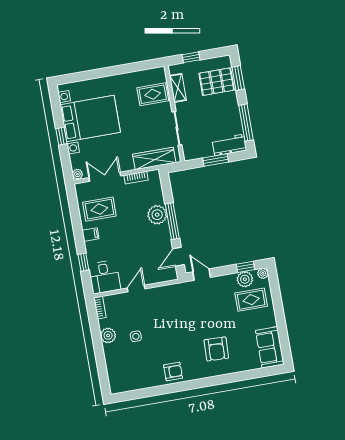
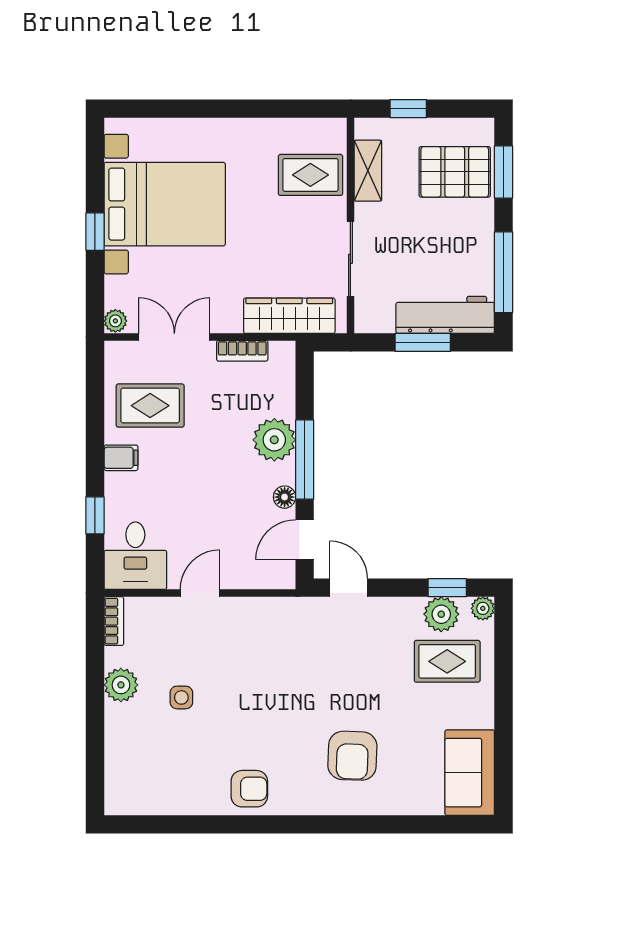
workbench: (229, 145) -> (445, 315), width x1.38
floor lamp: (166, 239) -> (285, 497), added

